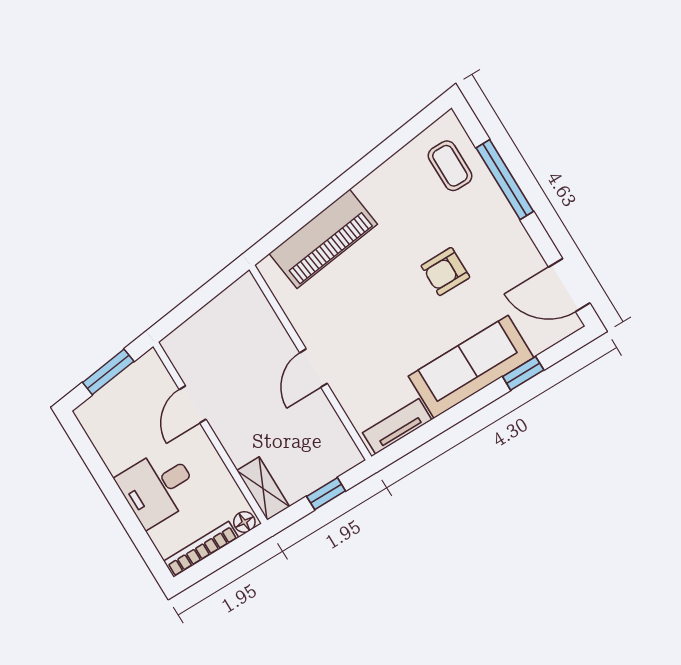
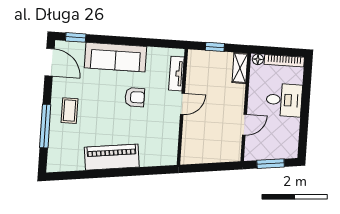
coffee table: (450, 166) -> (70, 111), moved
piano: (323, 239) -> (112, 157), moved
armchair: (445, 272) -> (135, 97), moved
window: (523, 373) -> (76, 37), moved
tv unit: (397, 426) -> (176, 74), moved, turned 90

